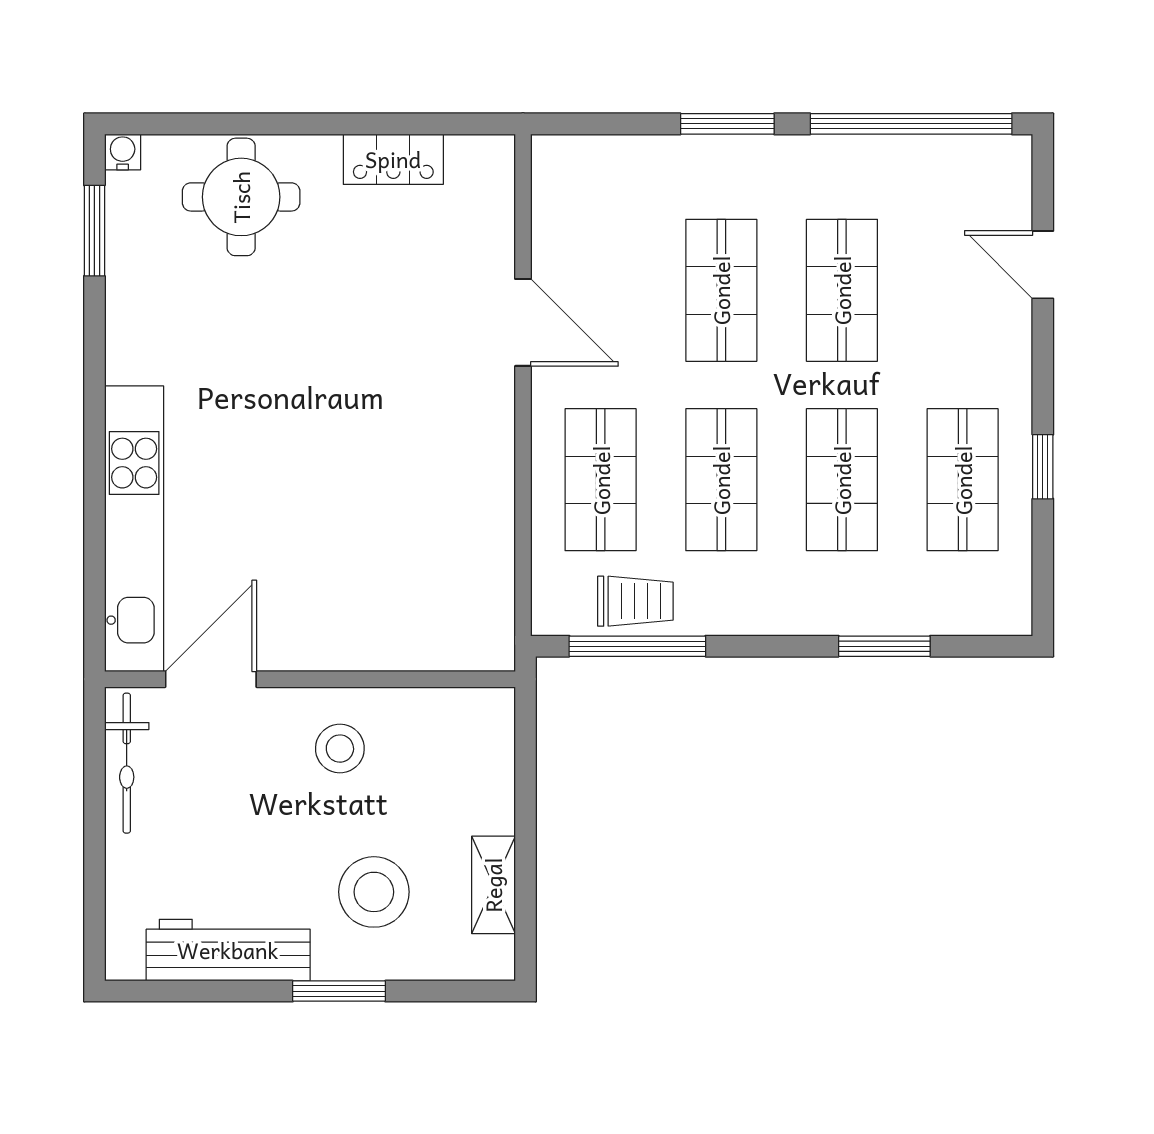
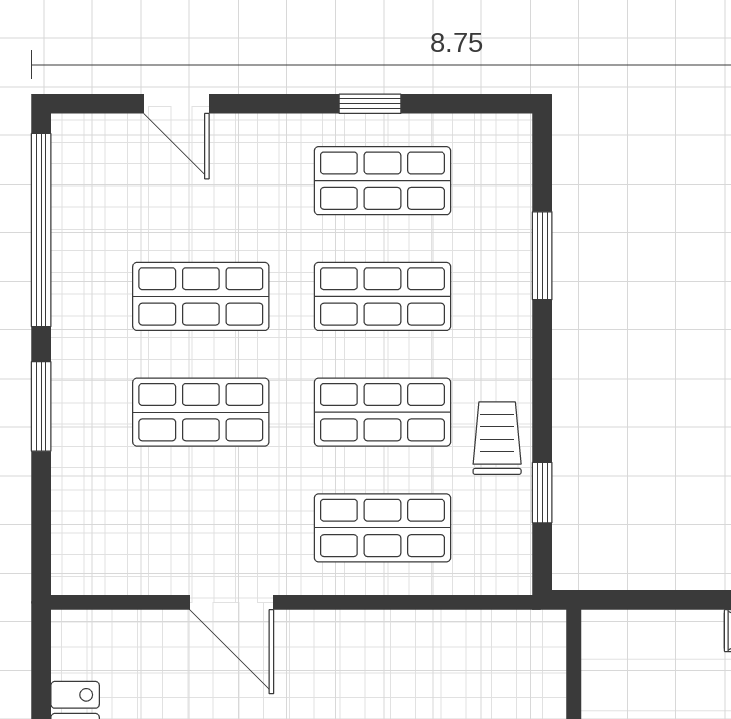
door: (1043, 265) -> (176, 104), hinge flipped
door: (523, 322) -> (232, 602), swing flipped
trolley: (635, 601) -> (497, 438), moved
window: (637, 646) -> (542, 493), width x0.46

